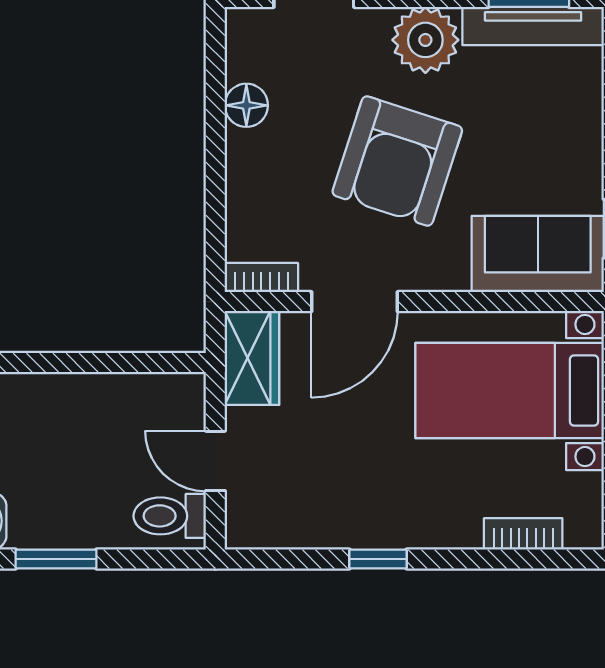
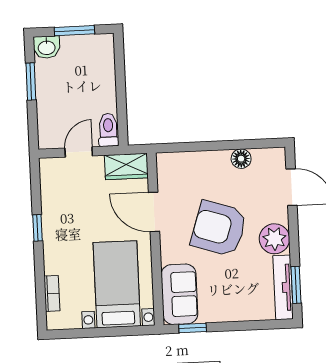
bookcase: (261, 278) -> (163, 169), removed
toilet: (170, 516) -> (108, 130), moved

